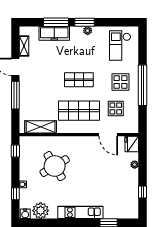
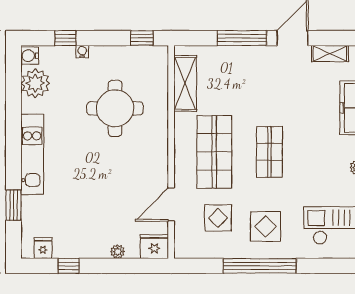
round table: (55, 166) -> (115, 108), turned 31
fridge: (133, 206) -> (43, 248), added

